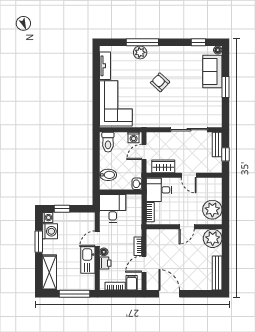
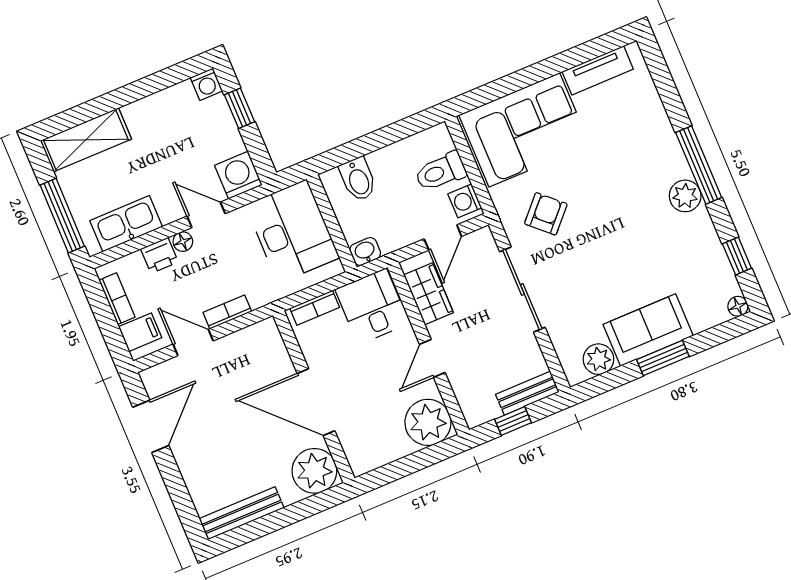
window: (142, 42) -> (699, 165), moved
plant: (140, 52) -> (685, 196), moved
sofa: (212, 72) -> (648, 330), moved
armchair: (160, 82) -> (546, 214), moved
plant: (216, 112) -> (598, 359), added
sliding door: (189, 130) -> (522, 289), moved
toilet: (108, 142) -> (441, 172), moved
door: (144, 152) -> (443, 238), swing flipped
desk: (113, 208) -> (292, 231), width x1.37
plant: (212, 210) -> (428, 422), moved
door: (187, 227) -> (316, 402), width x1.87
washing machine: (50, 231) -> (238, 175), moved, turned 180
window: (39, 242) -> (145, 87), removed
kitchen sink: (88, 260) -> (126, 224), moved

